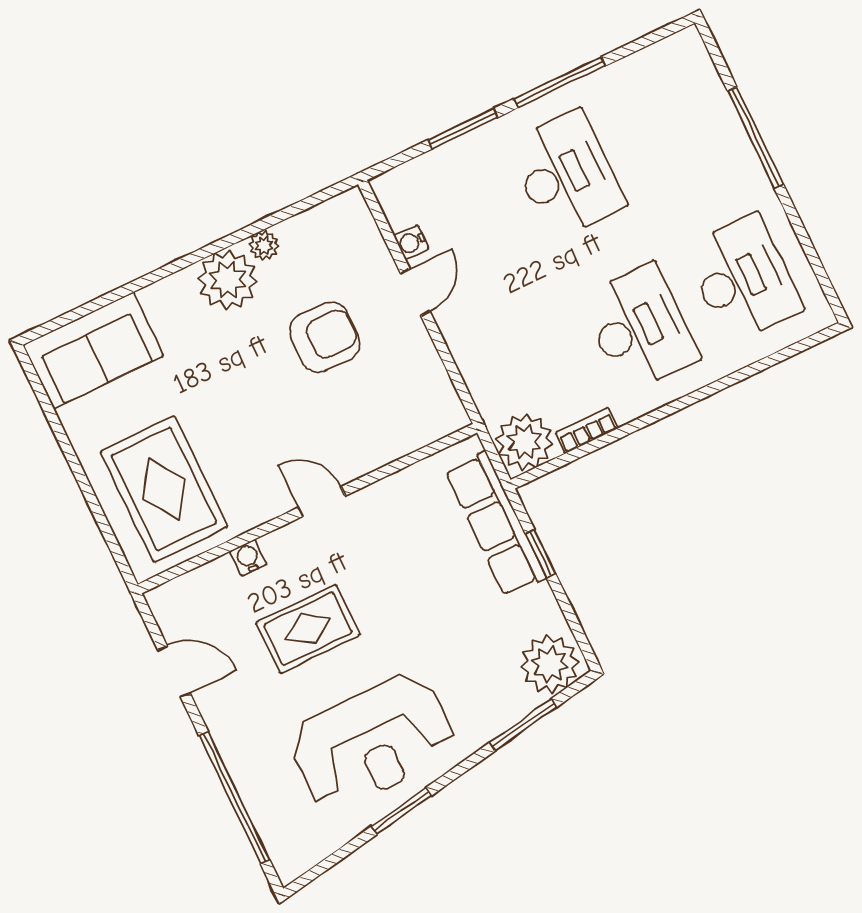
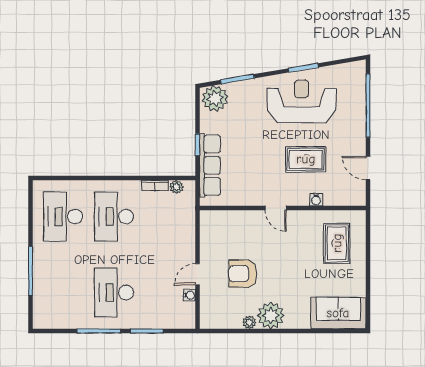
plant: (525, 442) -> (176, 187), width x0.53, depth x0.53
rug: (164, 489) -> (337, 243), width x0.73, depth x0.70

